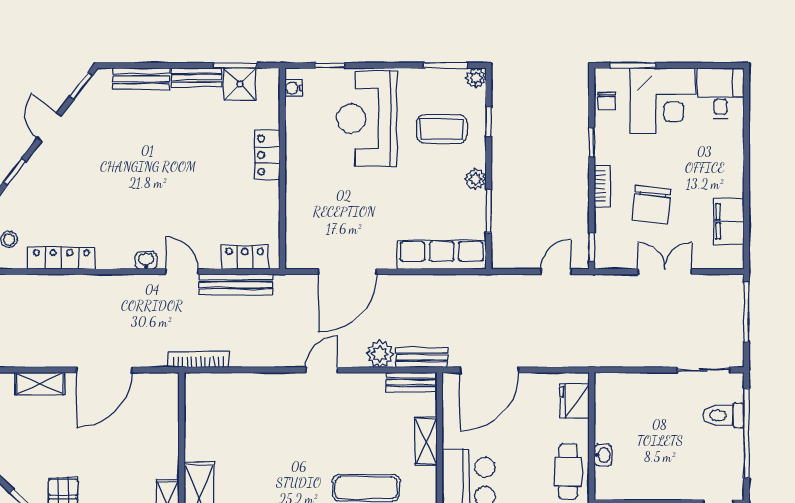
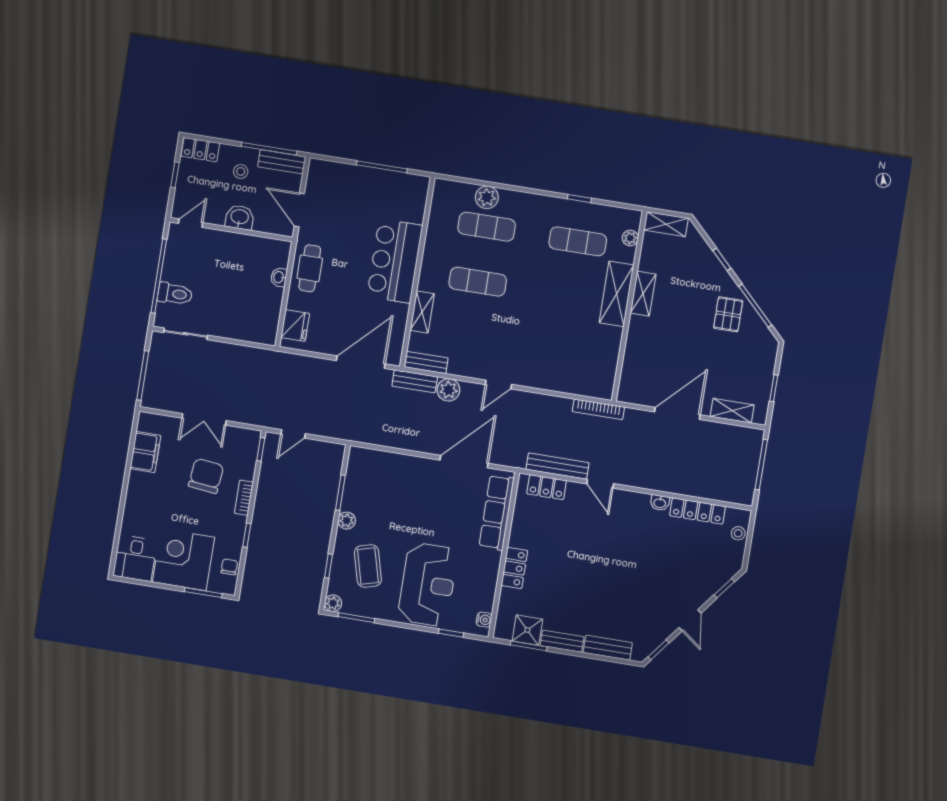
coffee table: (442, 129) -> (368, 566), turned 75
row of seats: (442, 255) -> (497, 512), moved, turned 90
washbasin: (146, 261) -> (660, 503), moved

